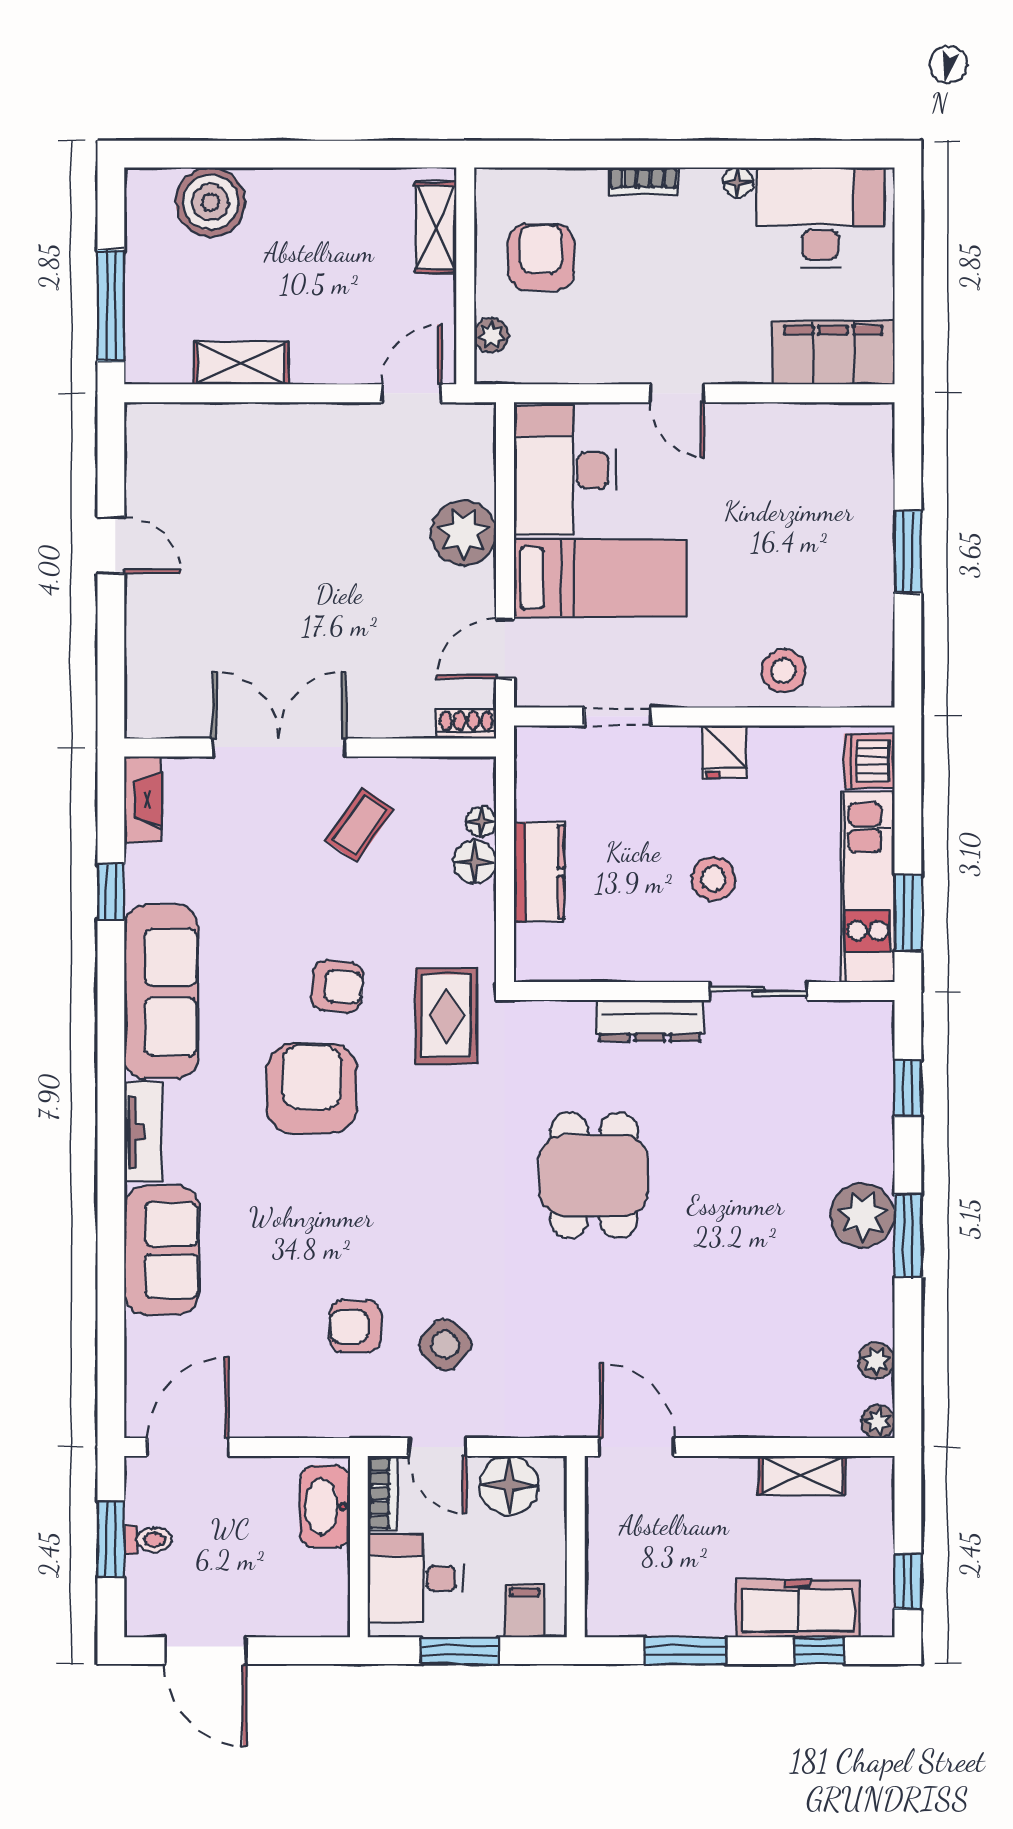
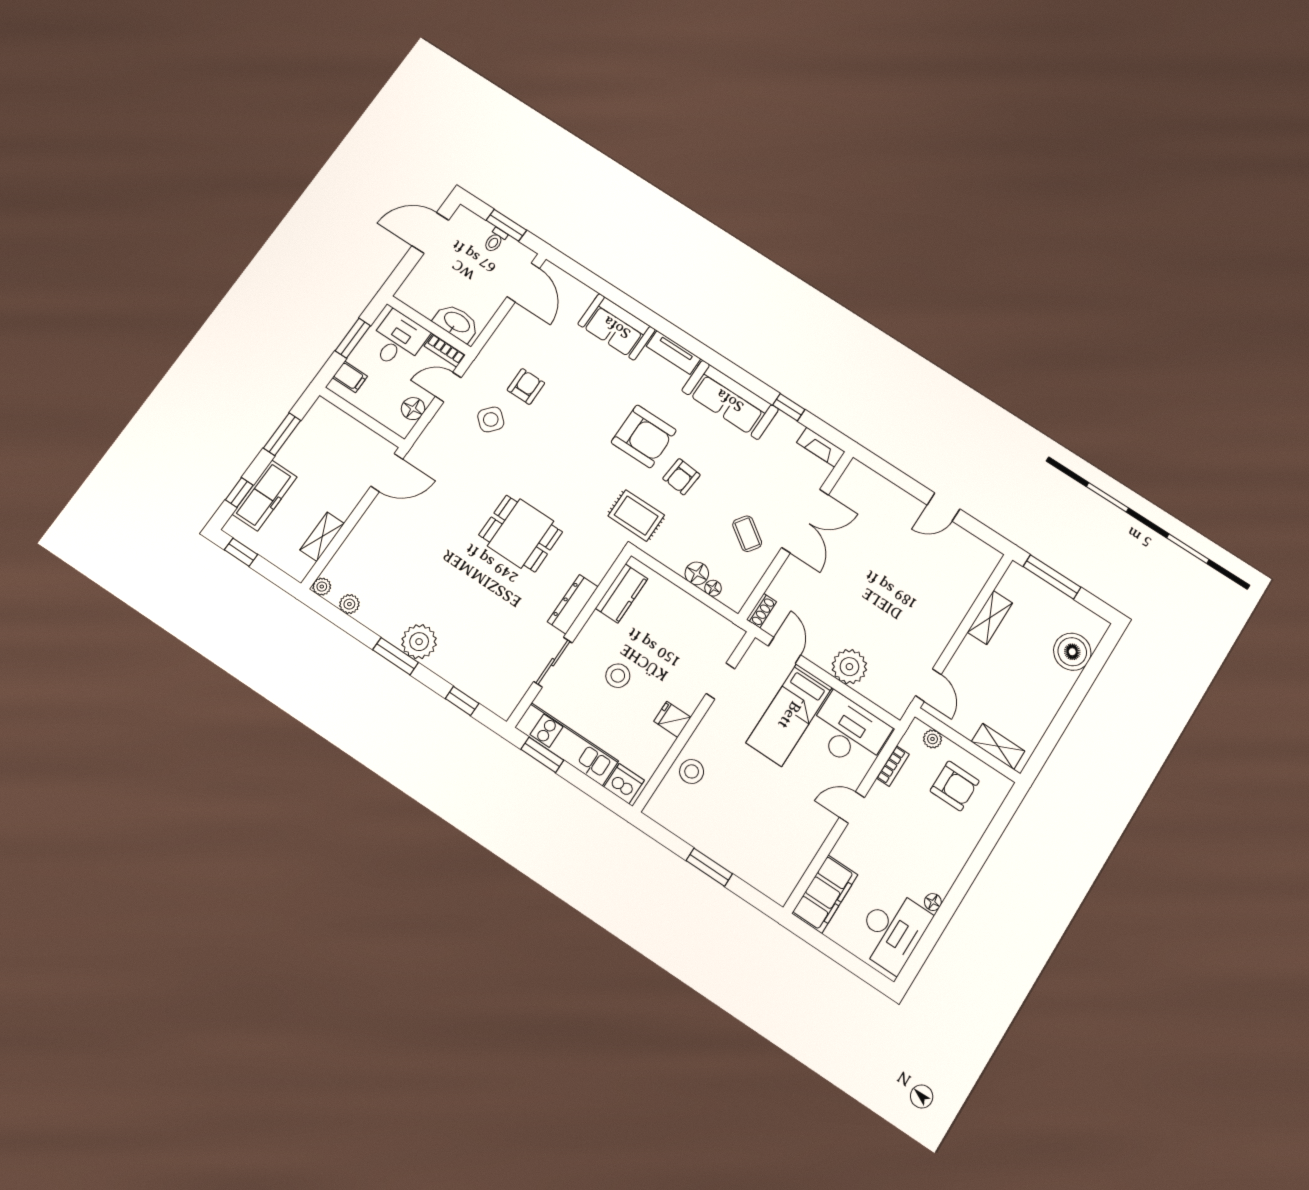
bookcase: (644, 182) -> (893, 766), moved, turned 180
kitchen counter: (539, 872) -> (622, 593), moved, turned -90
floor lamp: (509, 1486) -> (413, 409), width x0.73, depth x0.73

